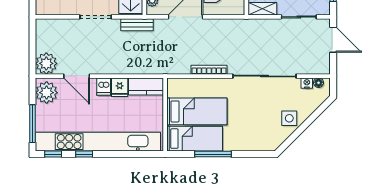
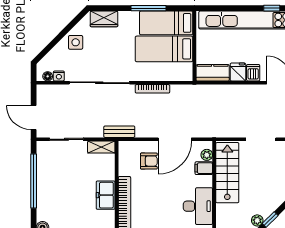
bench: (137, 25) -> (119, 132), moved
wardrobe: (260, 143) -> (104, 19), added

